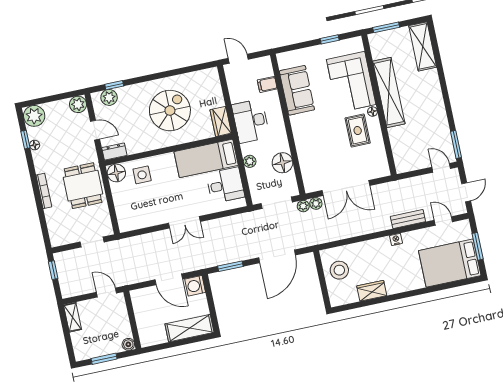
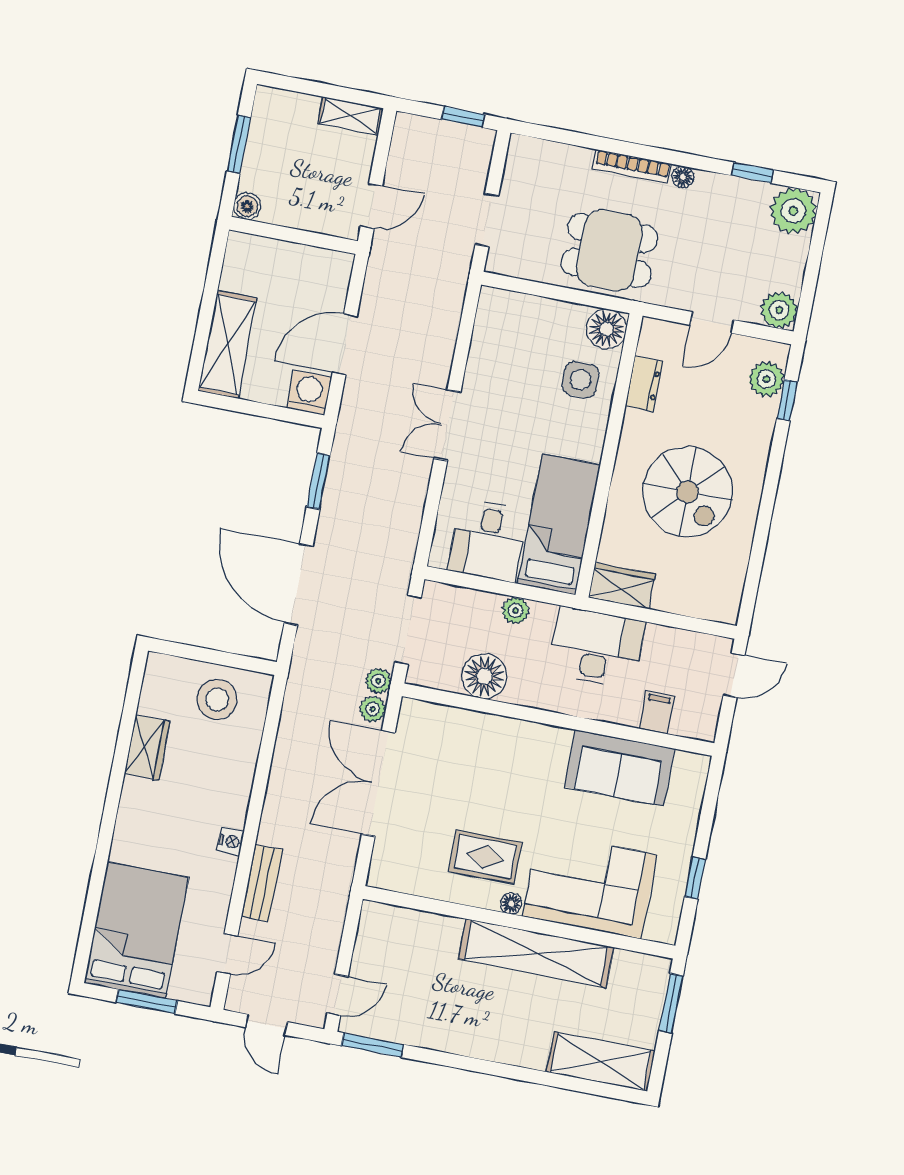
floor lamp: (35, 145) -> (683, 177), moved
dresser: (114, 152) -> (644, 384), moved

